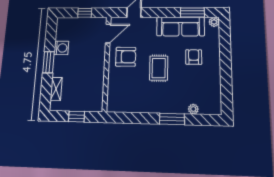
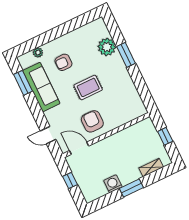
plant: (214, 22) -> (38, 52), moved
plant: (193, 109) -> (107, 47), width x1.87, depth x1.87

